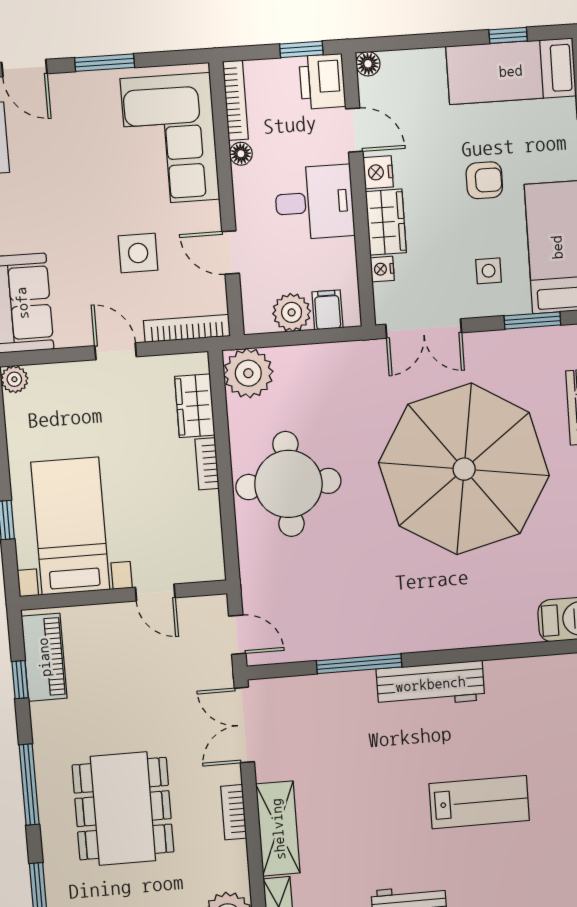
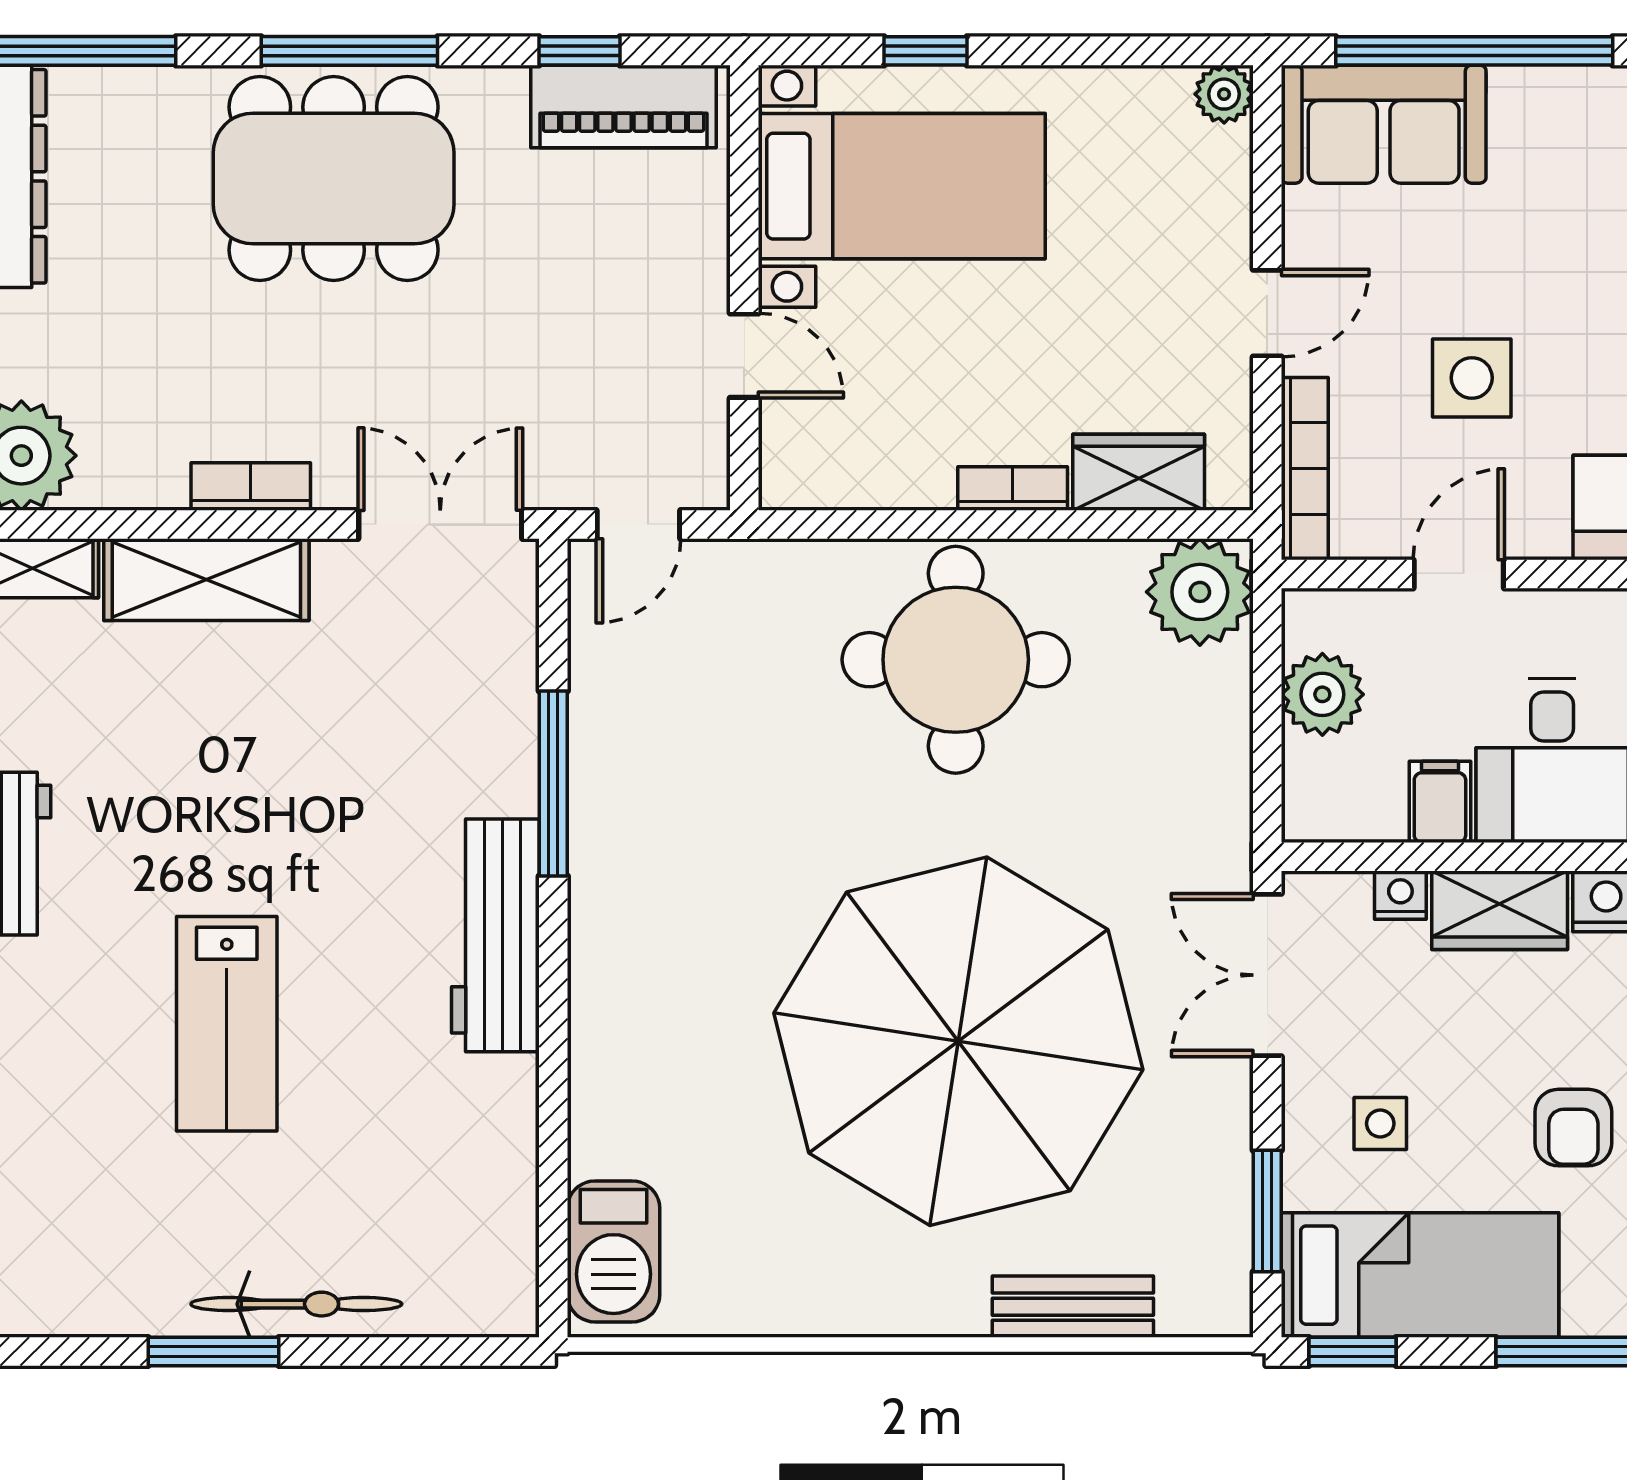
filing cabinet: (327, 310) -> (1440, 802), moved, turned -90
door: (155, 593) -> (744, 356), swing flipped
dining table: (123, 809) -> (334, 179), moved

